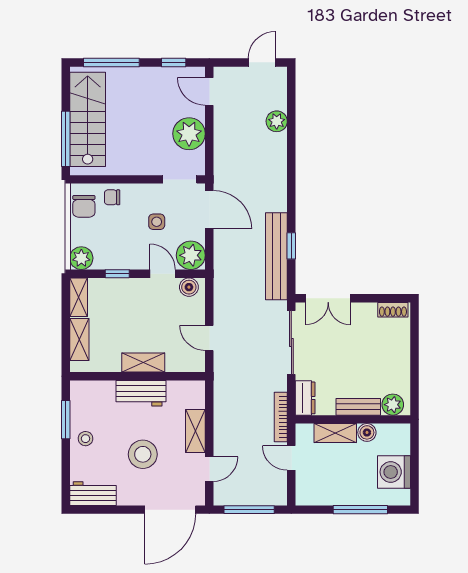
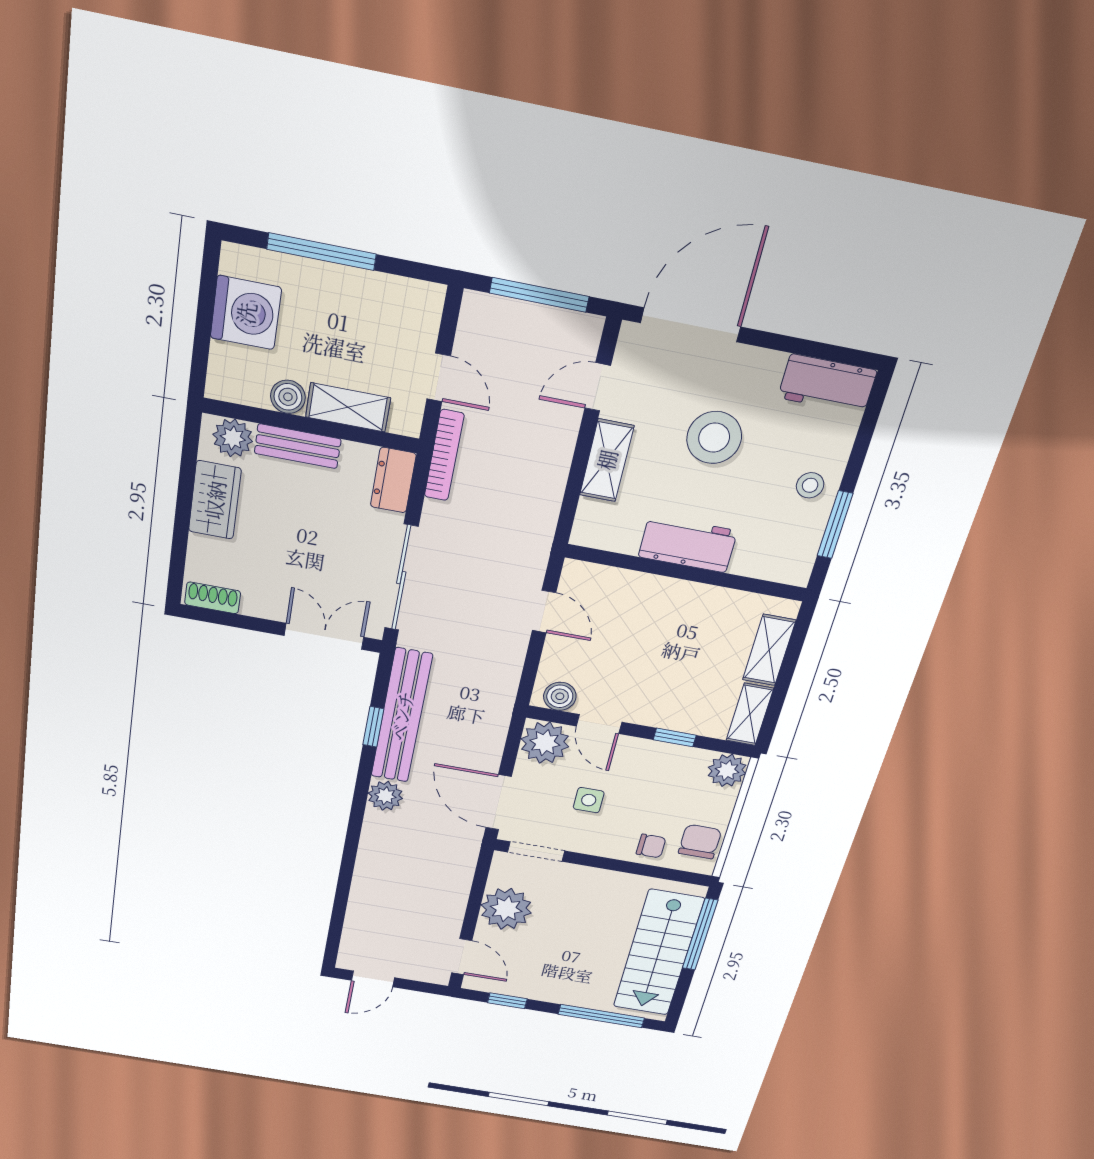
plant: (277, 121) -> (385, 796), moved
shelving: (143, 363) -> (670, 593), removed
wardrobe: (398, 368) -> (215, 500), added

